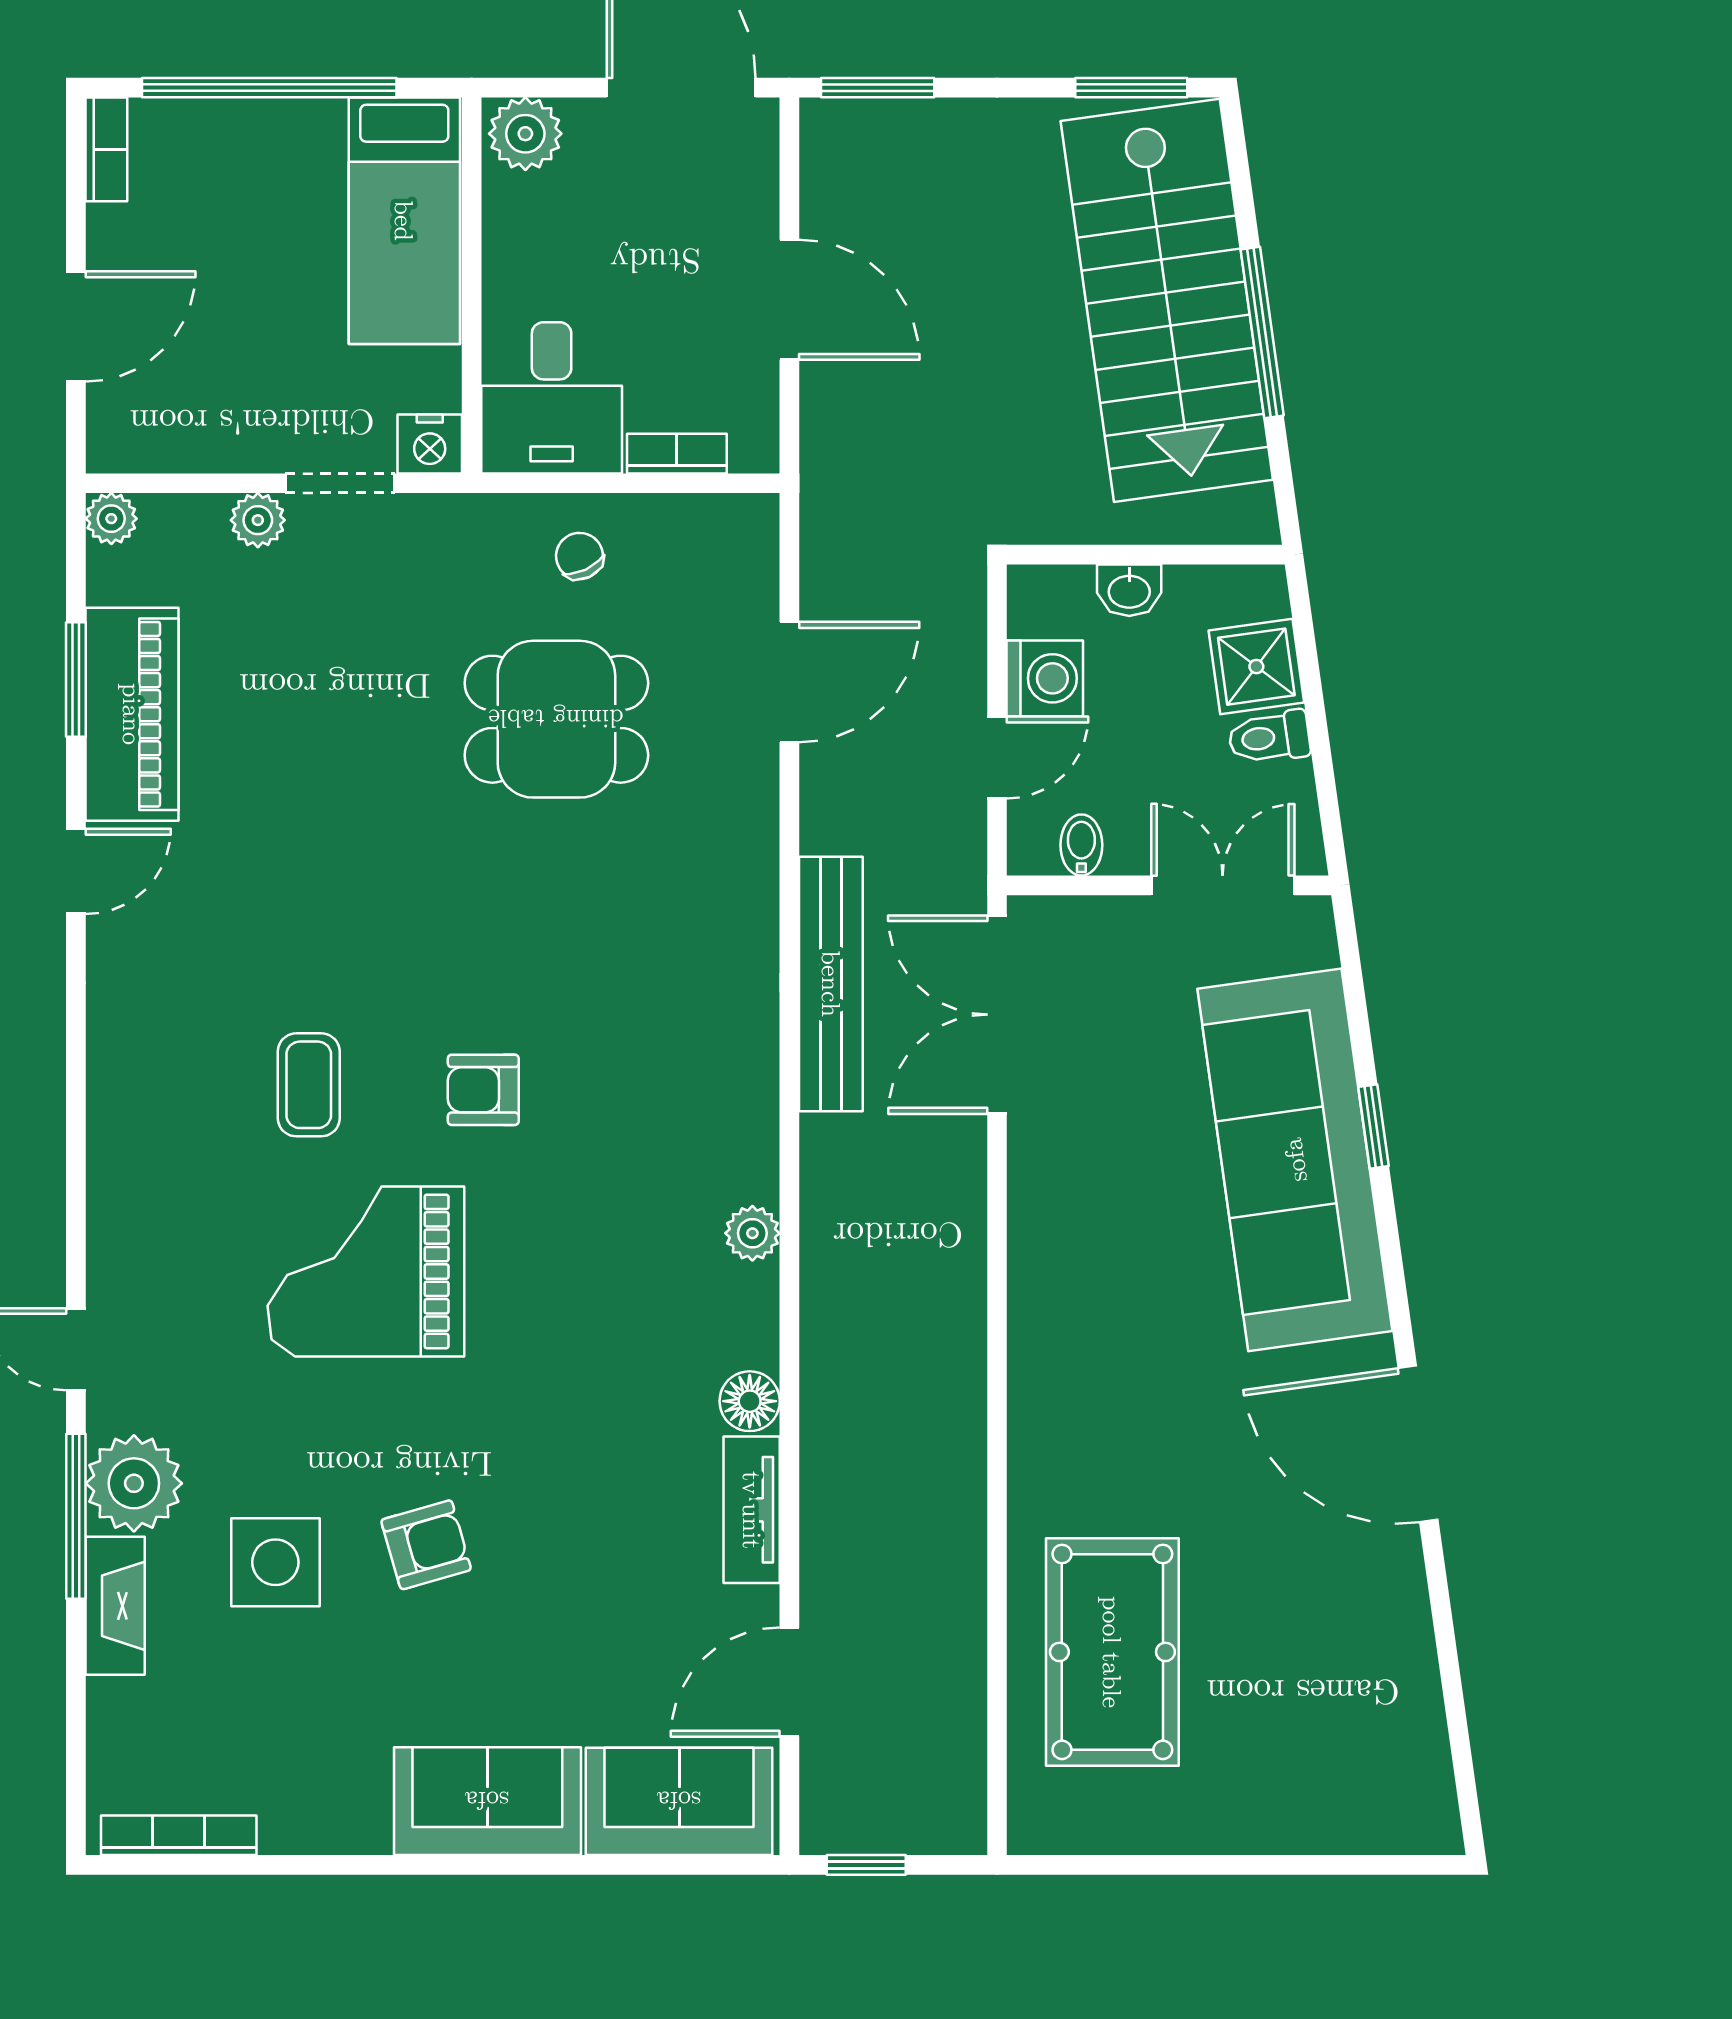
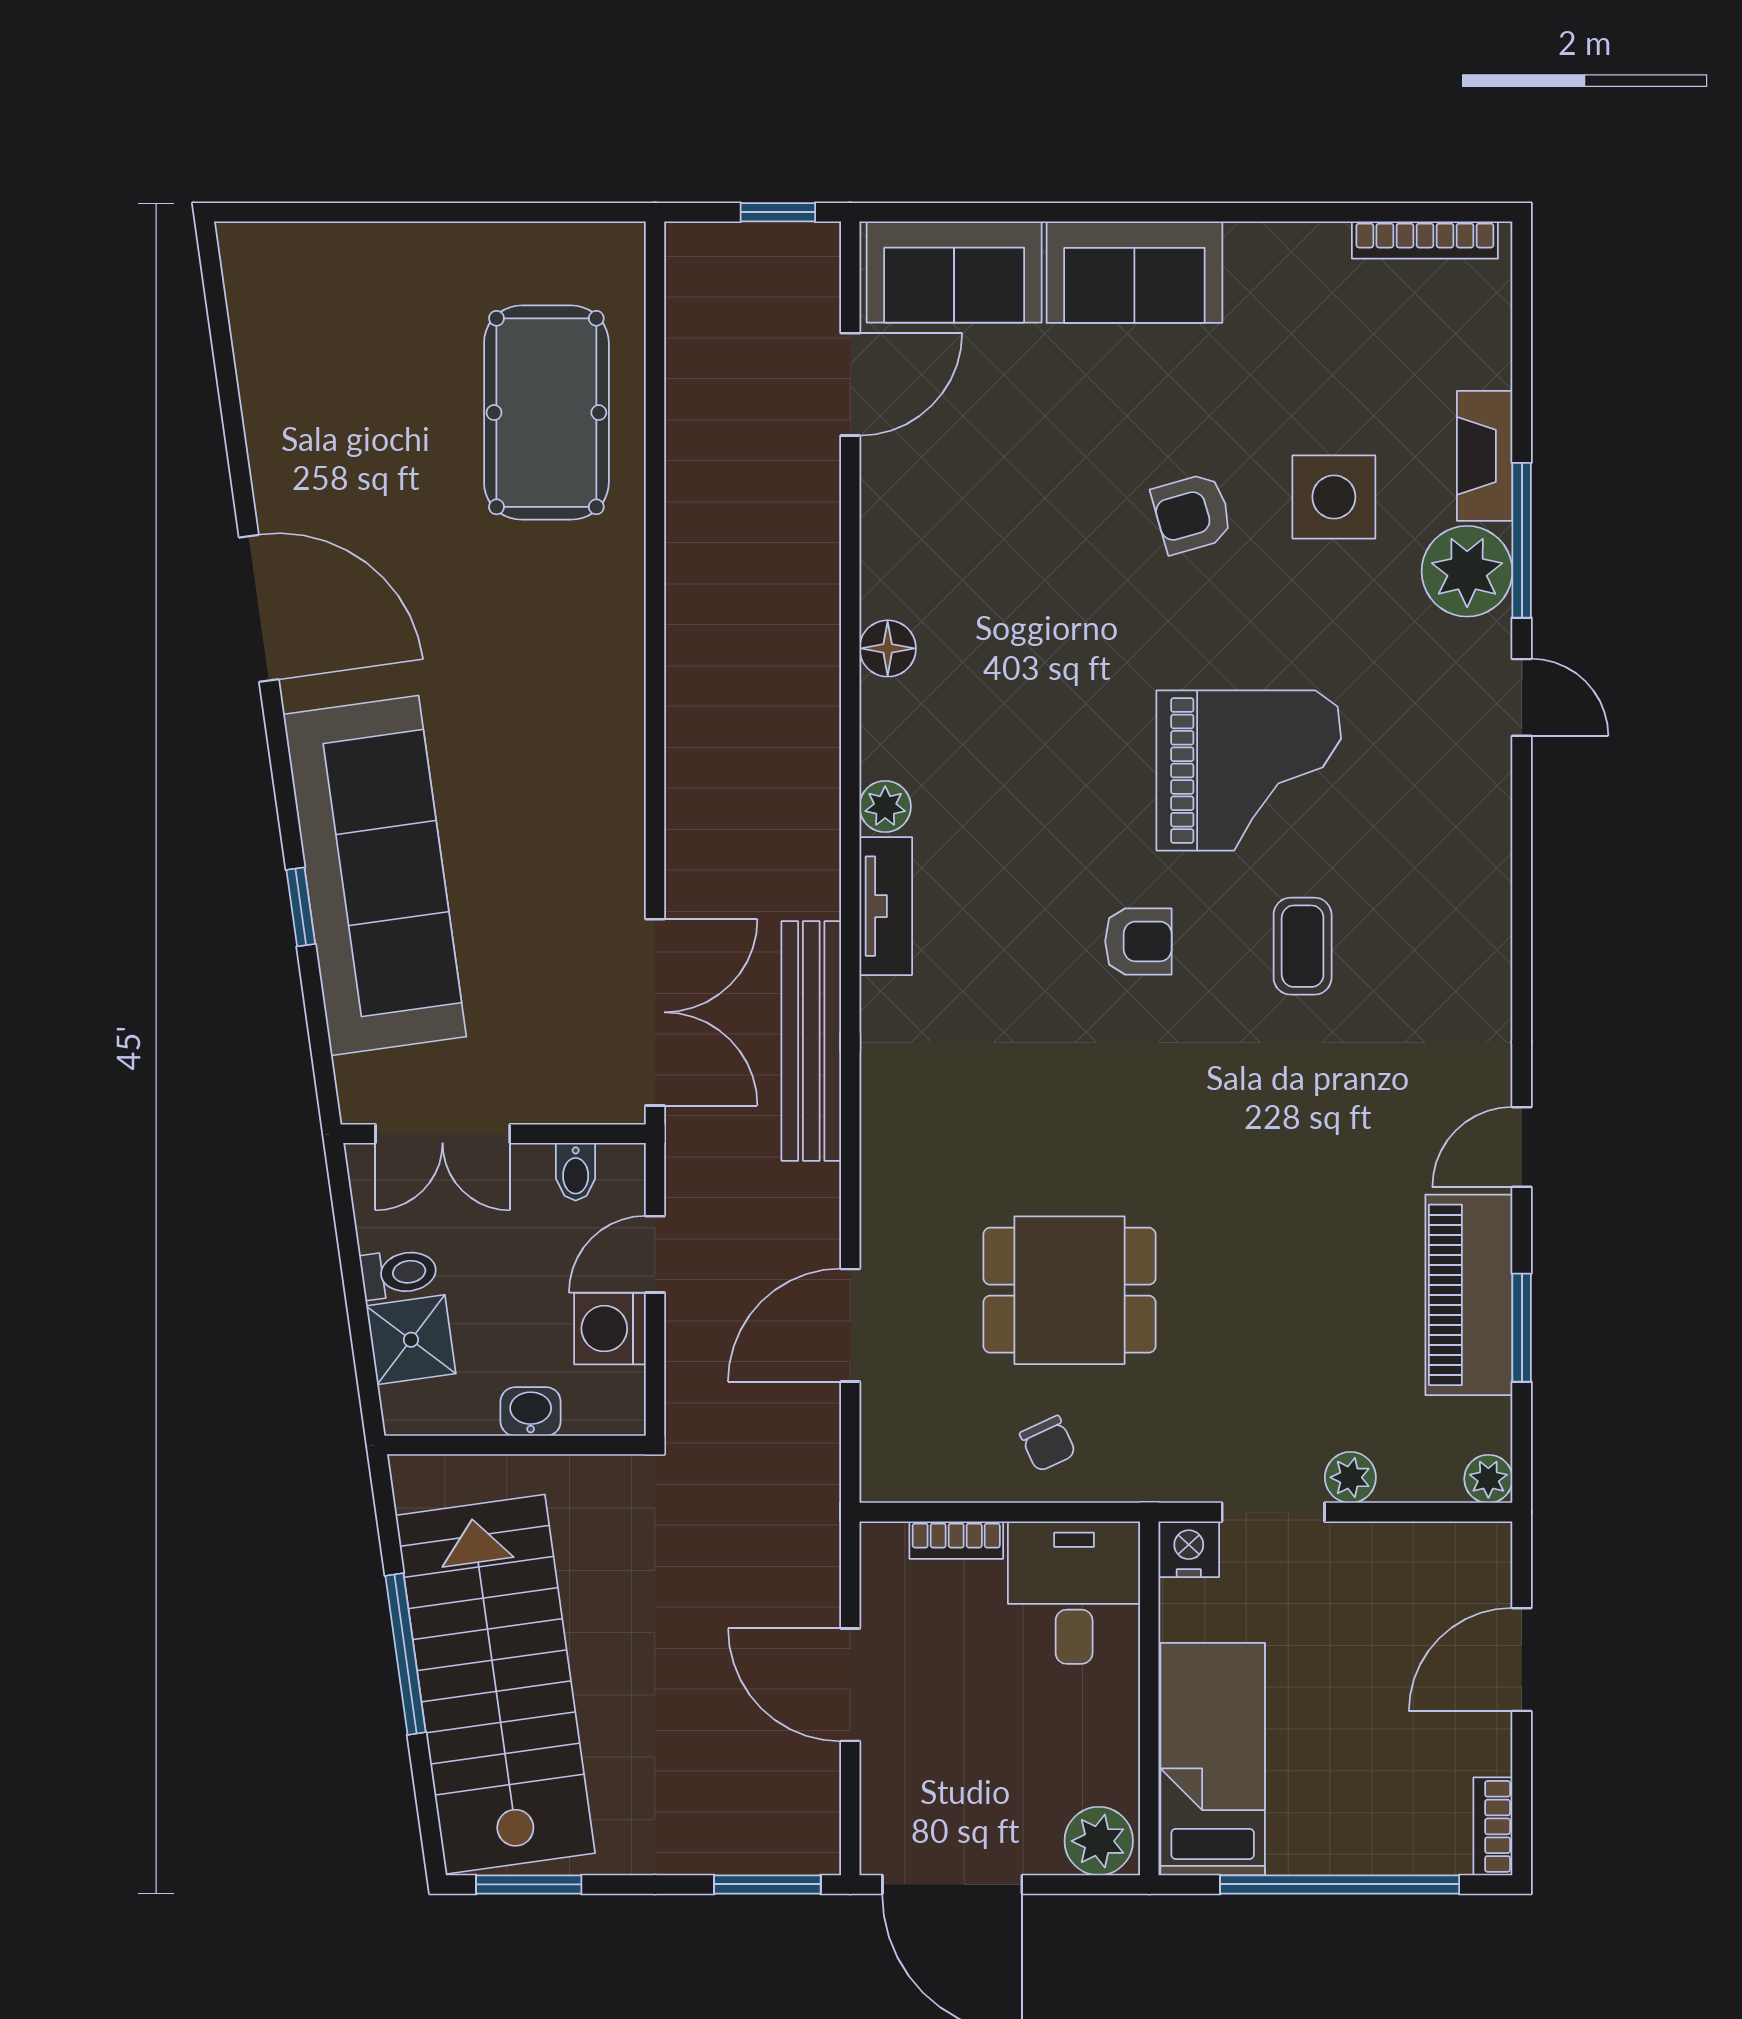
tv unit: (752, 1510) -> (886, 906), moved

